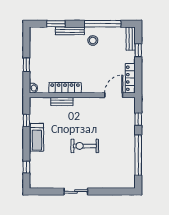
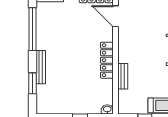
stool: (93, 41) -> (52, 41), removed
locker: (65, 88) -> (107, 60), moved

